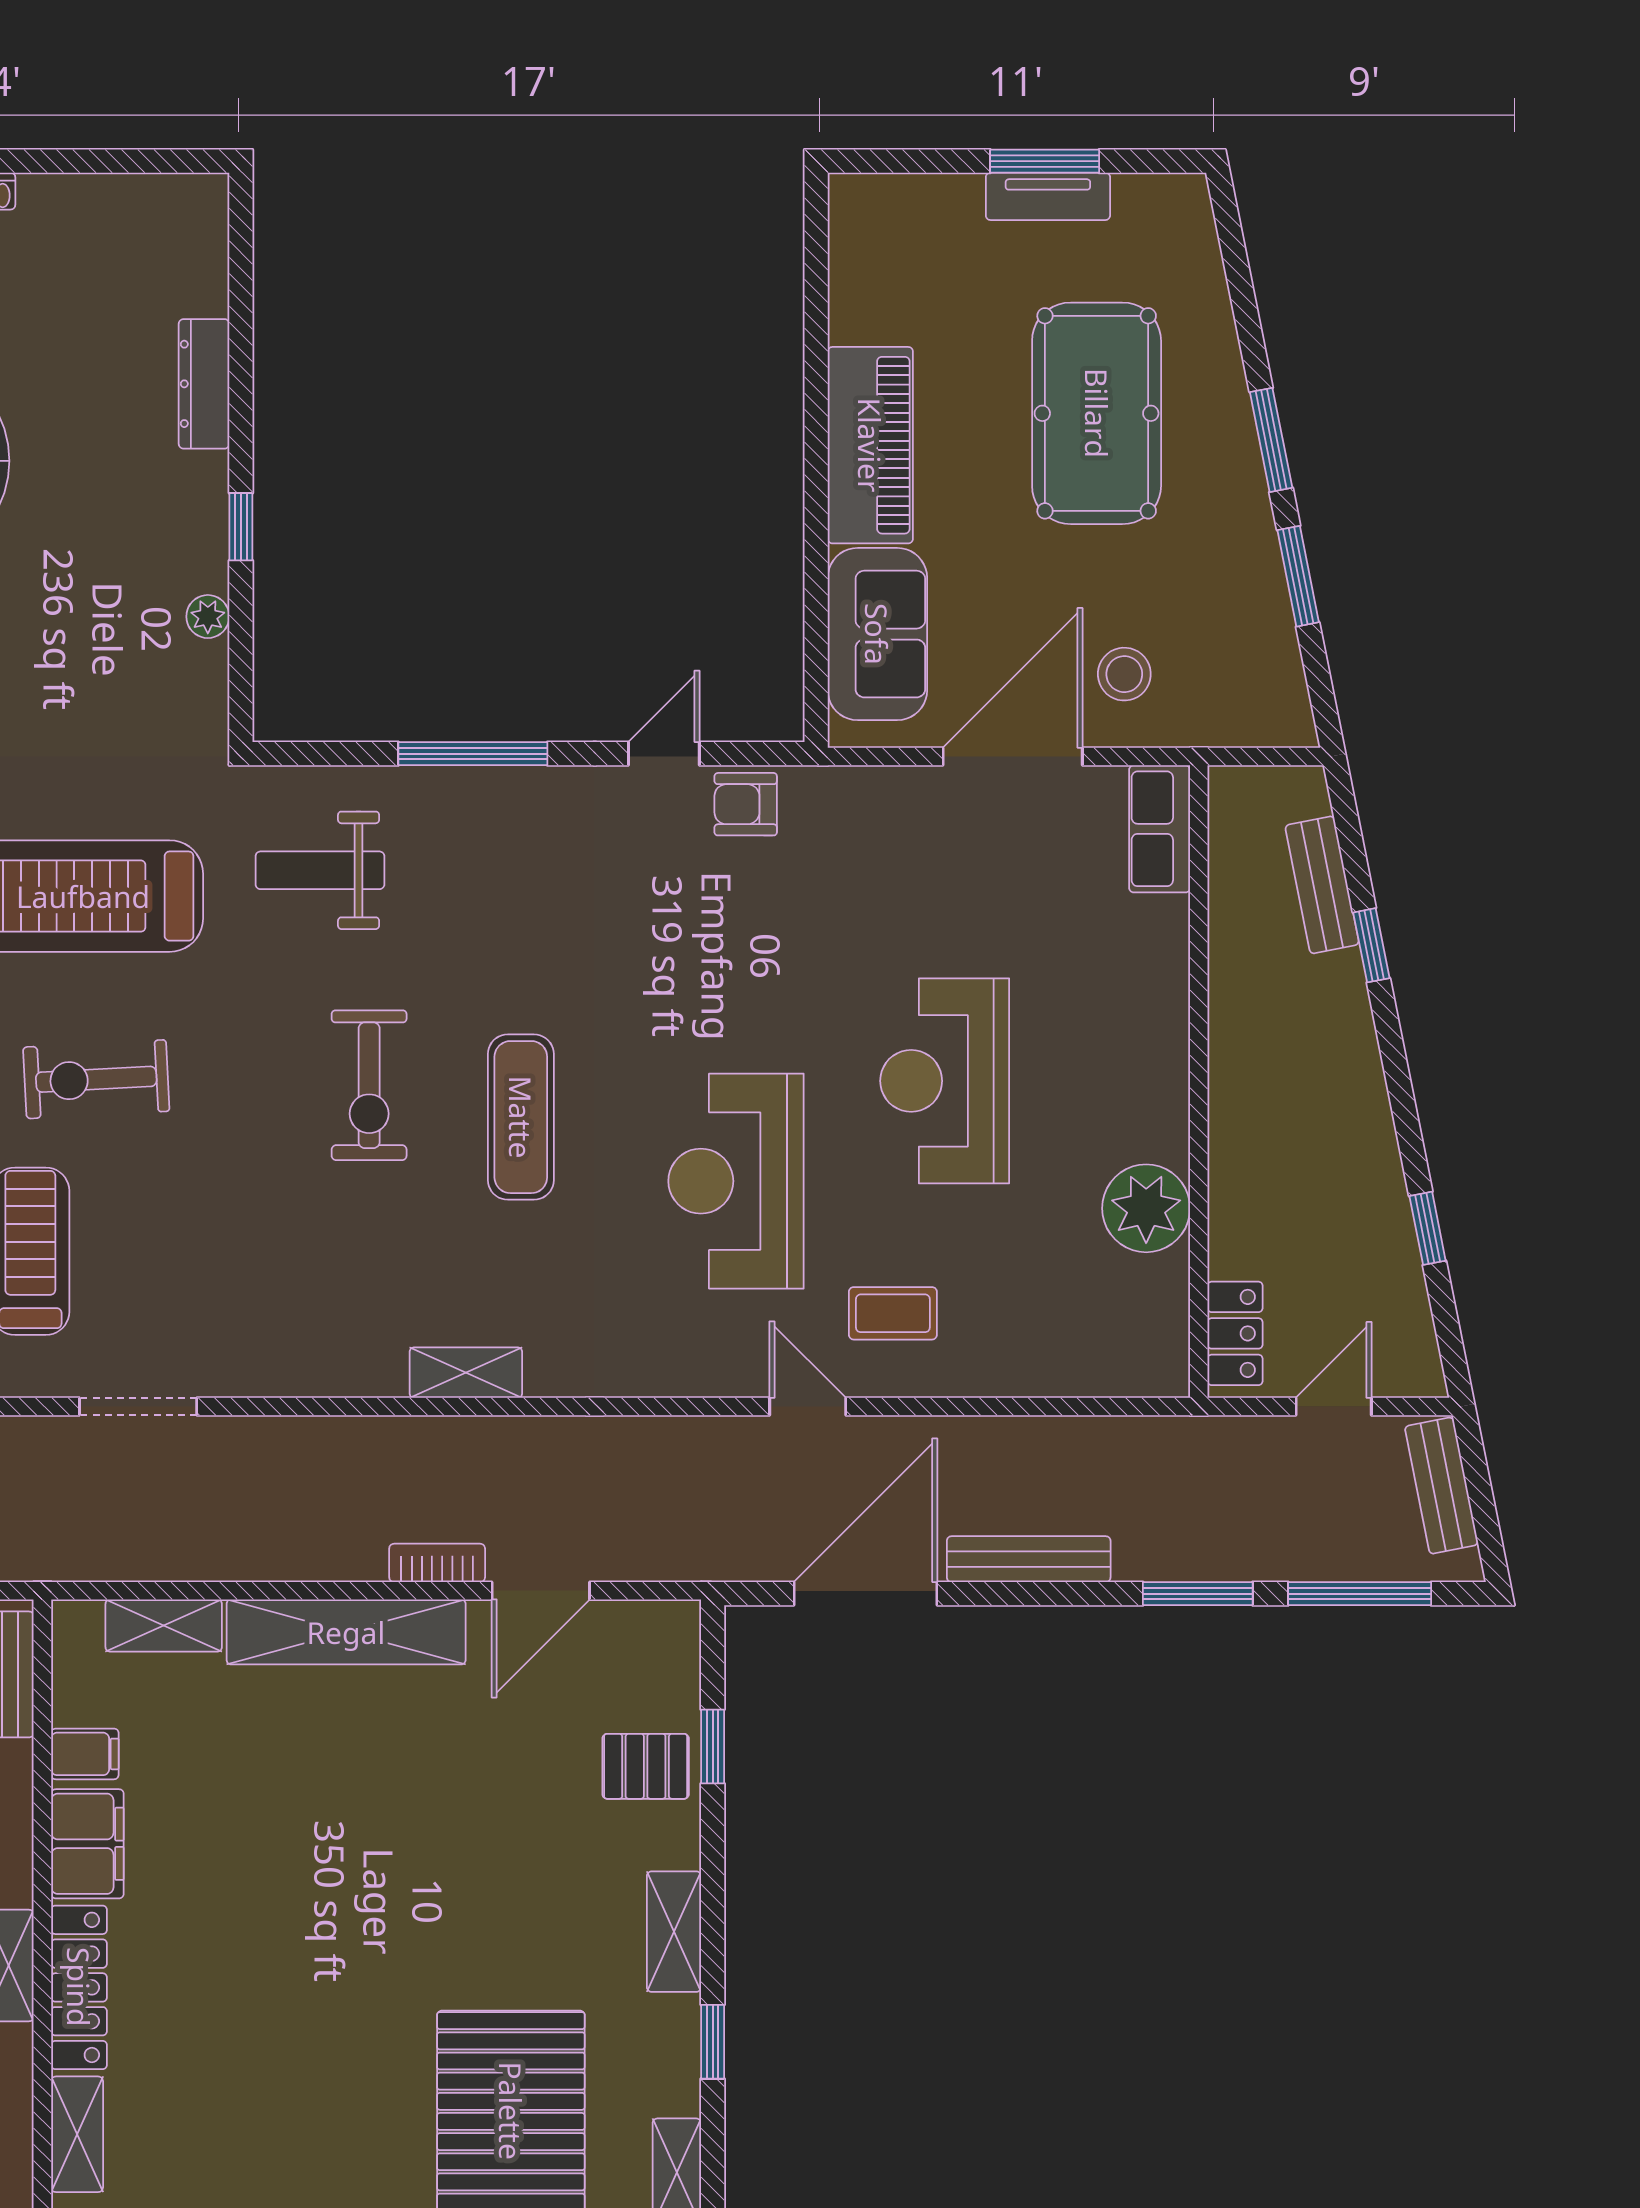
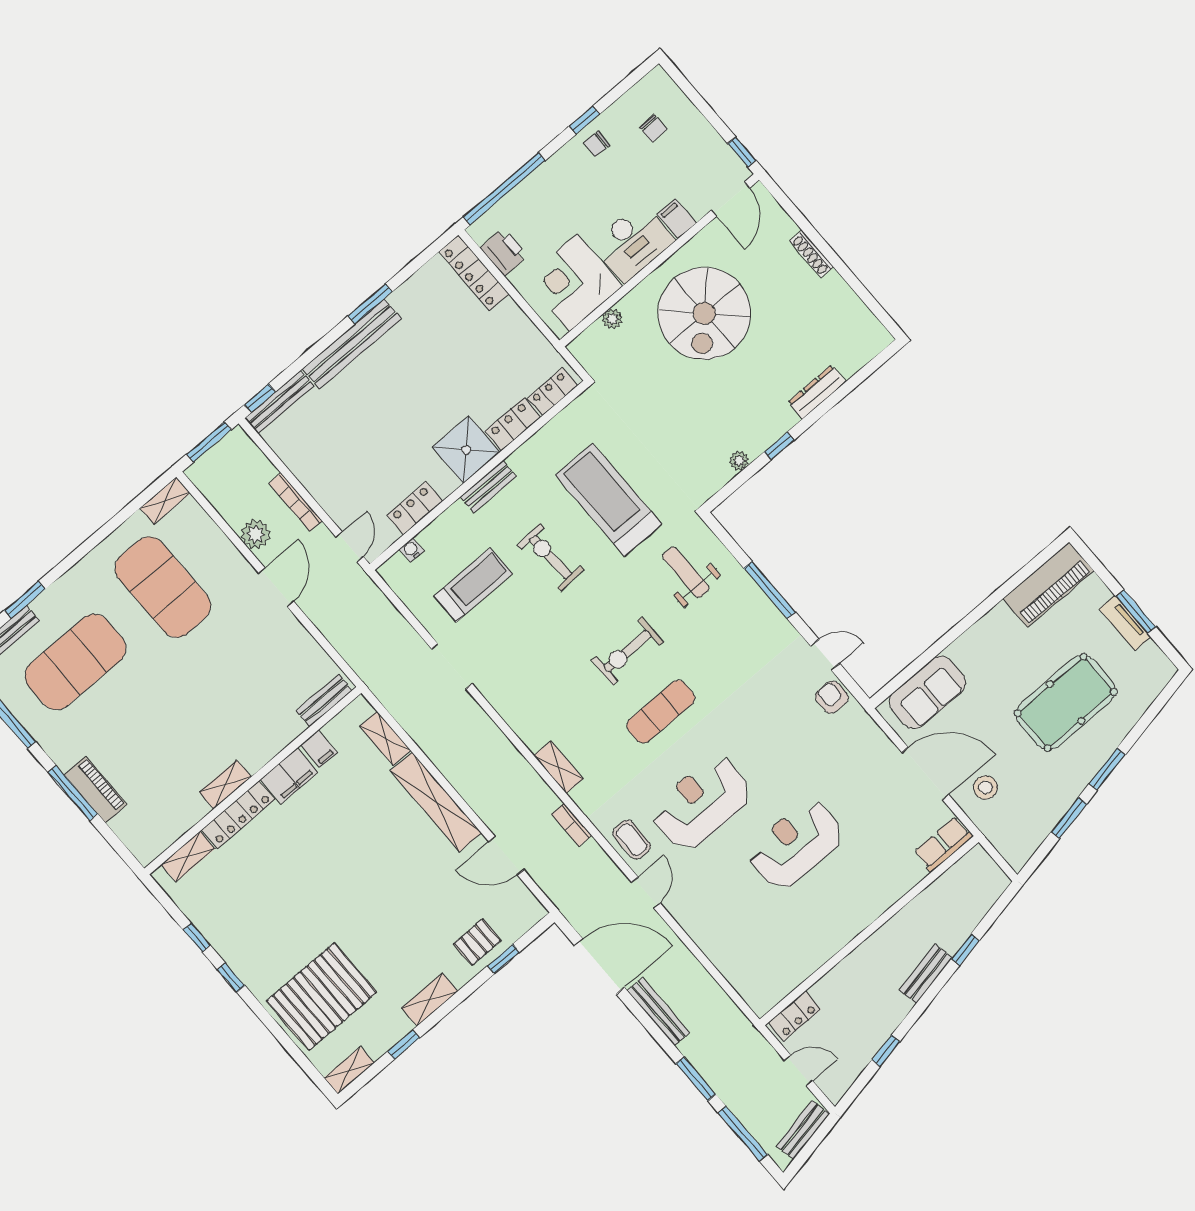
piano: (870, 445) -> (1048, 585), moved
bench: (1322, 885) -> (926, 974), moved
plant: (1146, 1208) -> (811, 950), removed
coffee table: (893, 1313) -> (632, 840), moved
bookcase: (437, 1563) -> (571, 825), moved, turned 180
pallet: (646, 1766) -> (477, 942), turned 90

